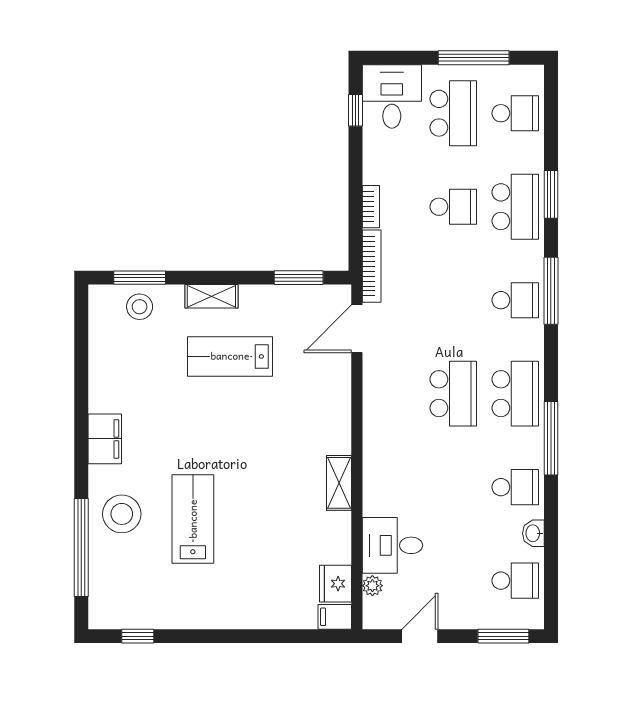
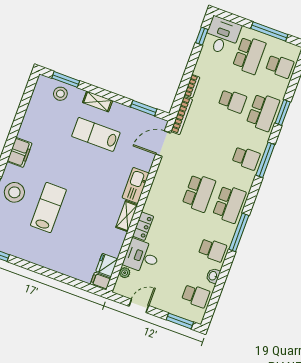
kitchen sink: (335, 422) -> (136, 185), added
locker: (375, 490) -> (143, 226), added

